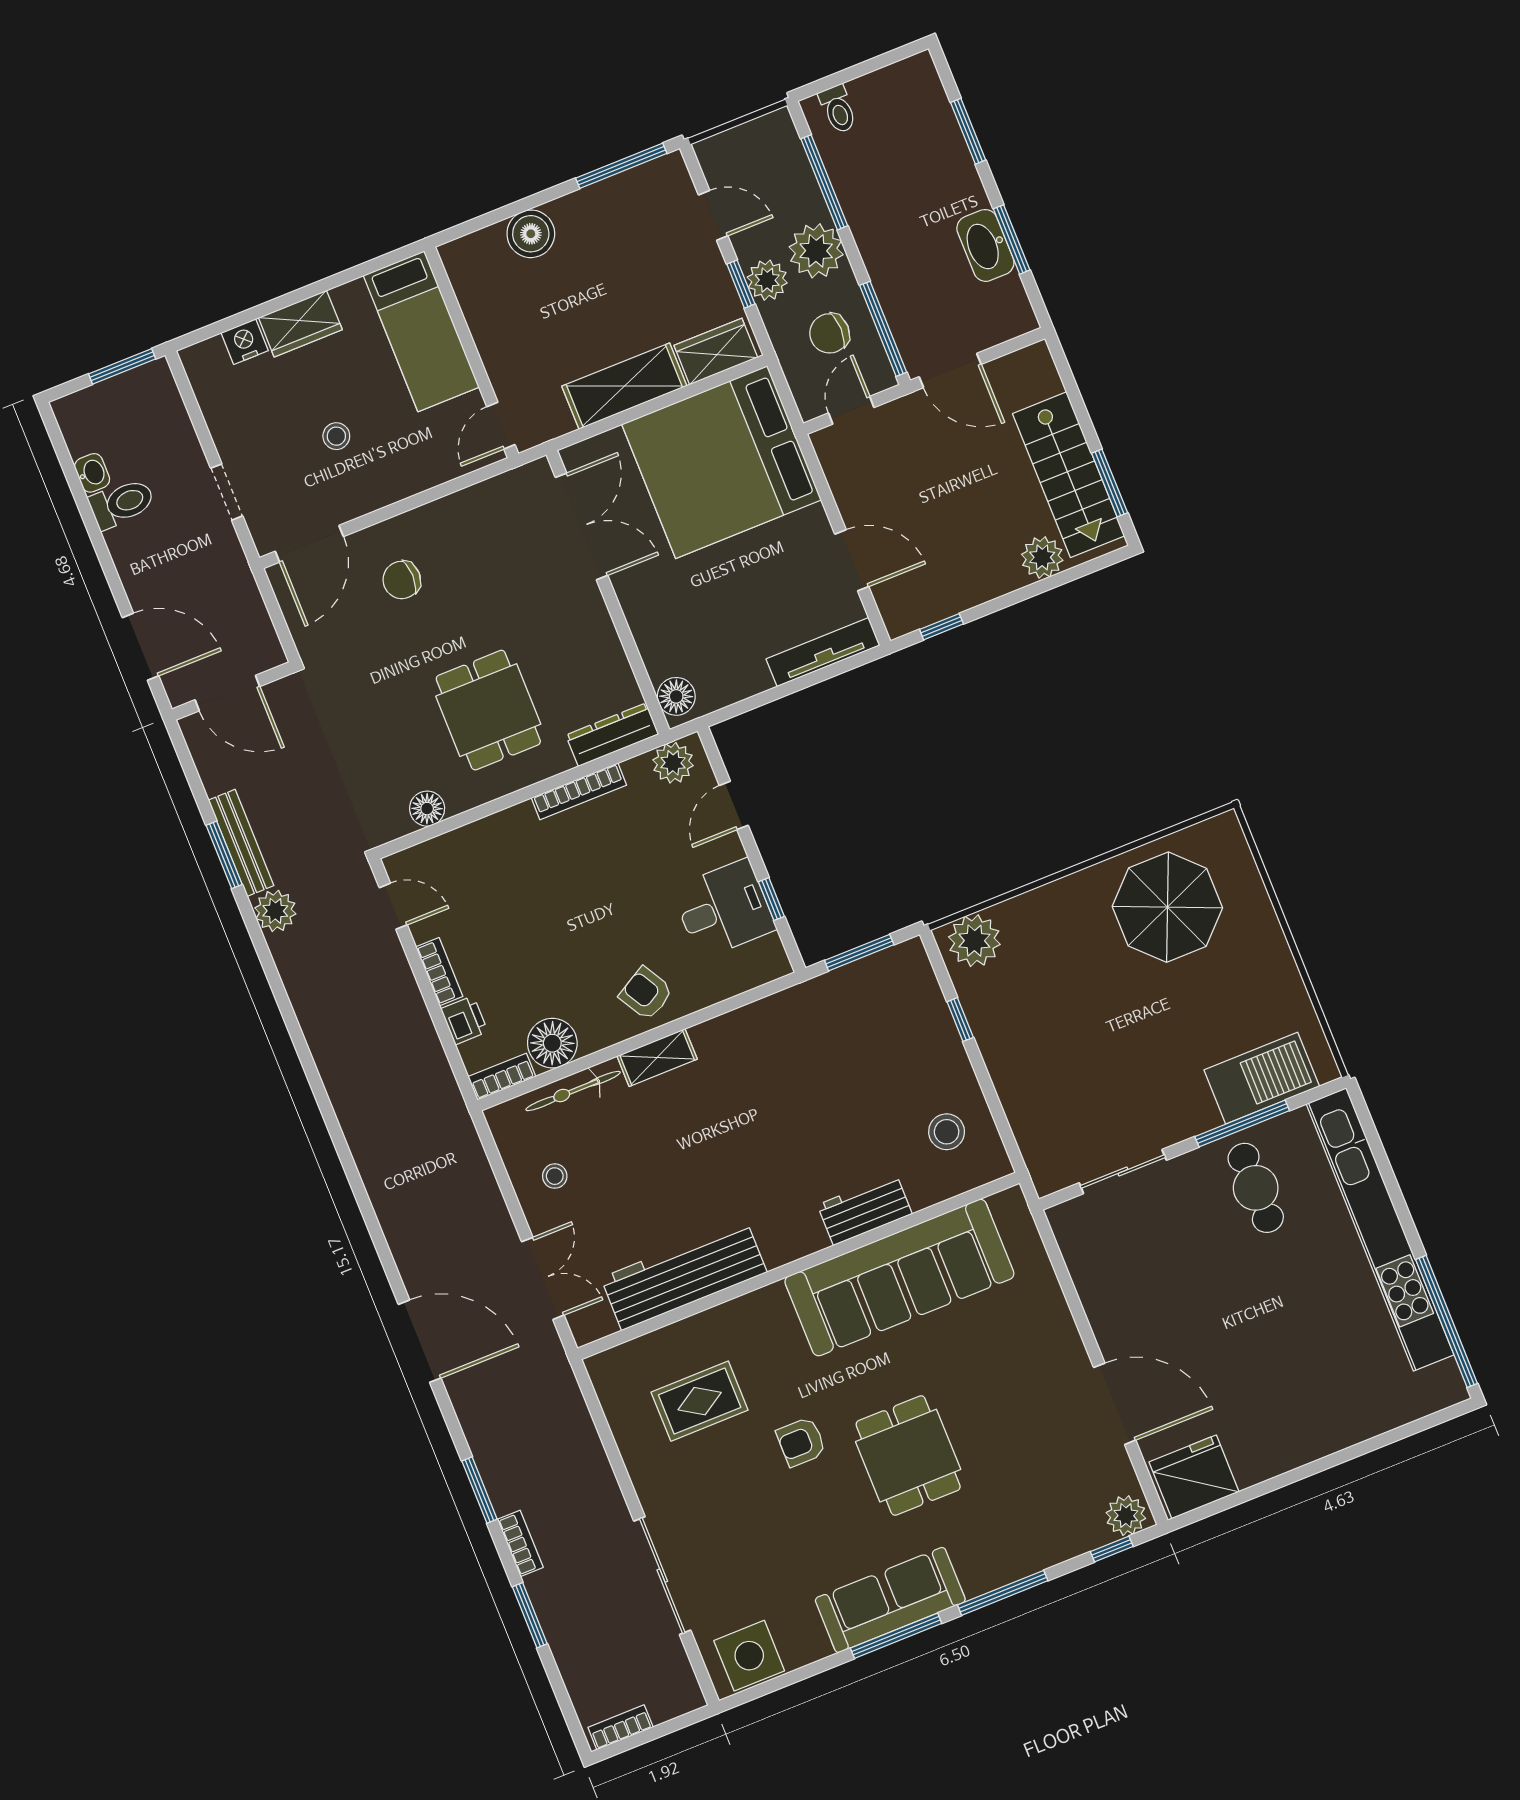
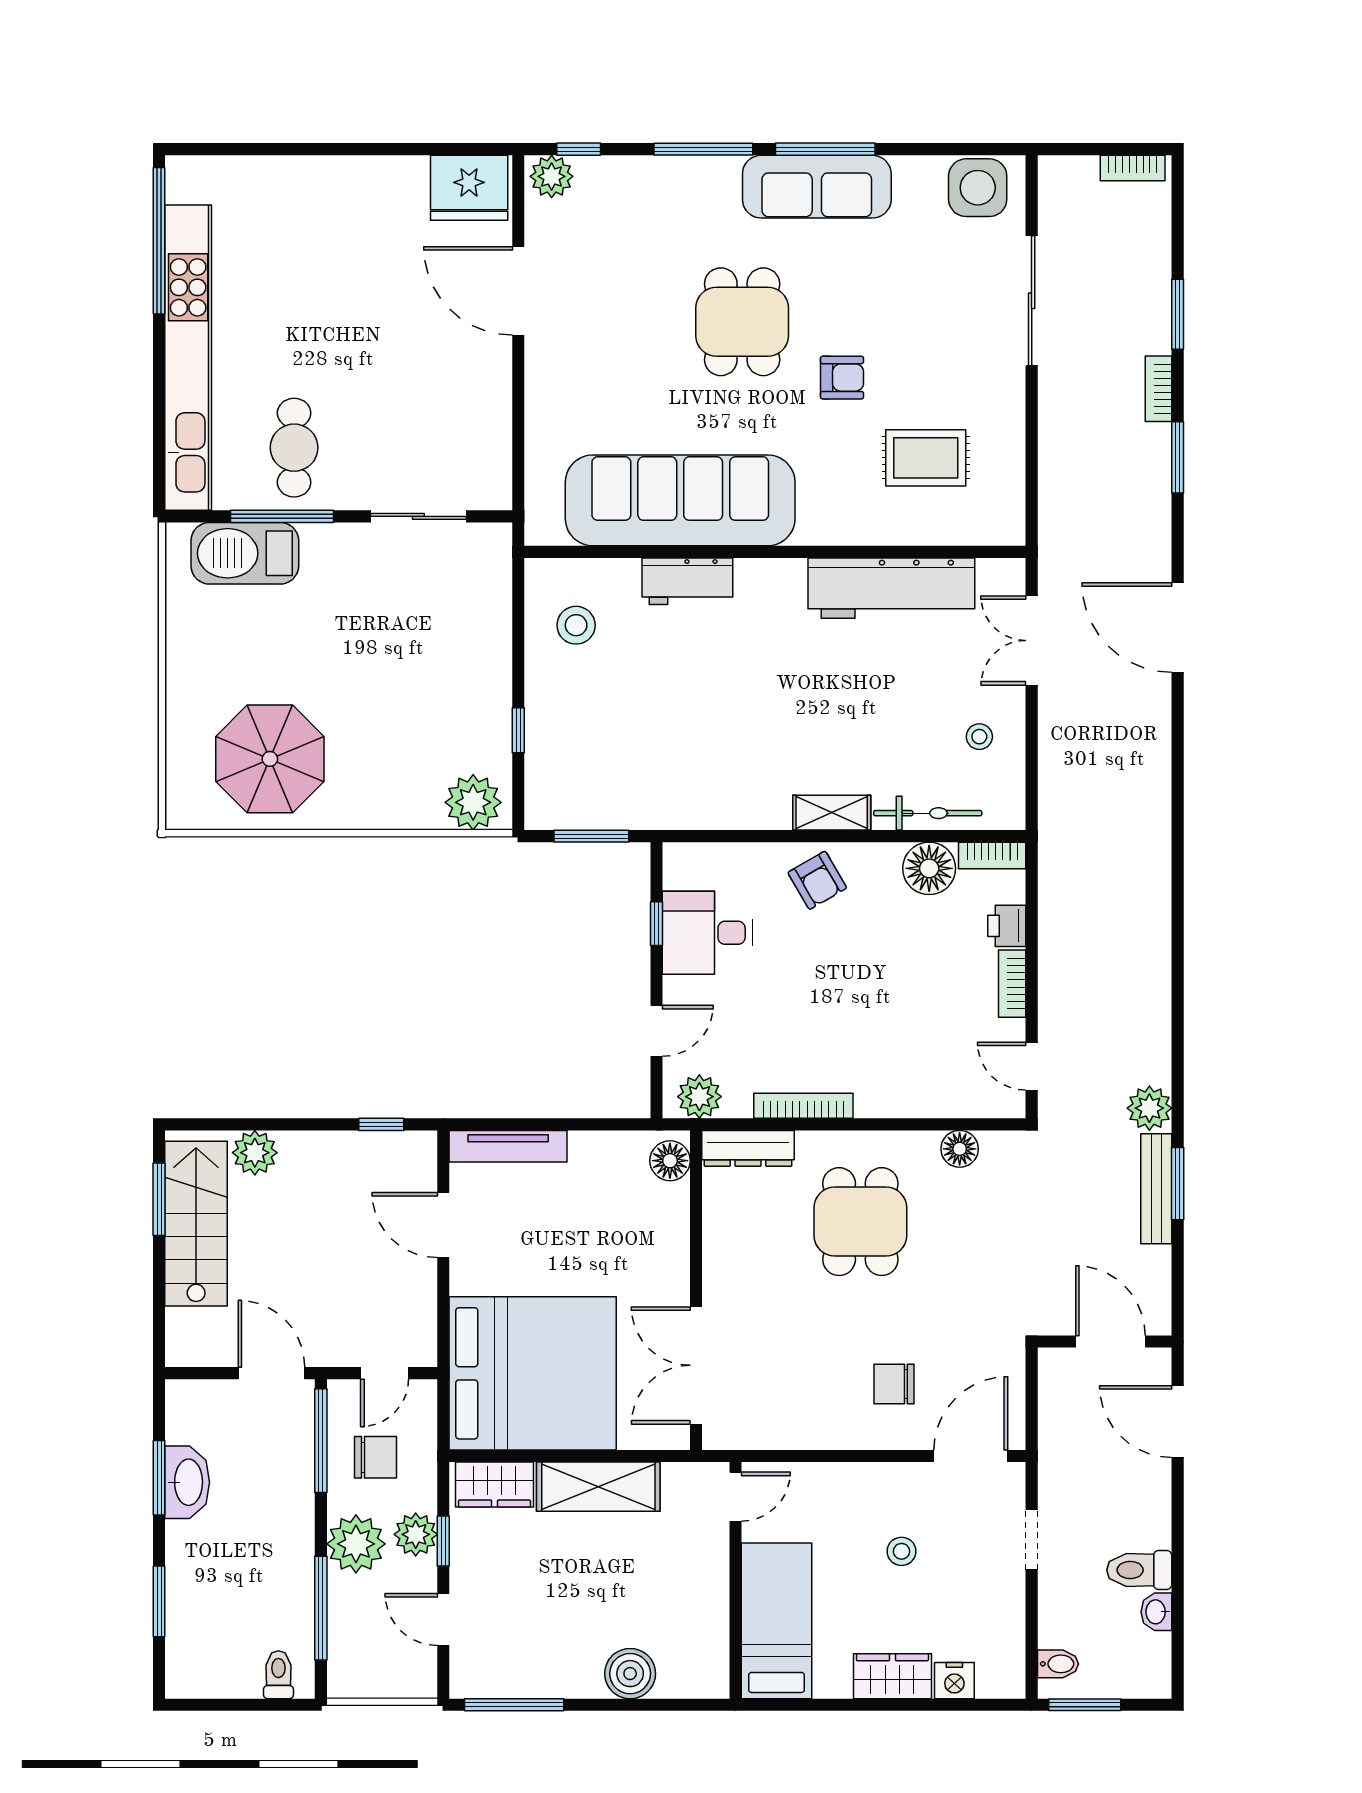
bidet: (160, 393) -> (1058, 1664), added
chair: (402, 580) -> (894, 1384), turned 180

